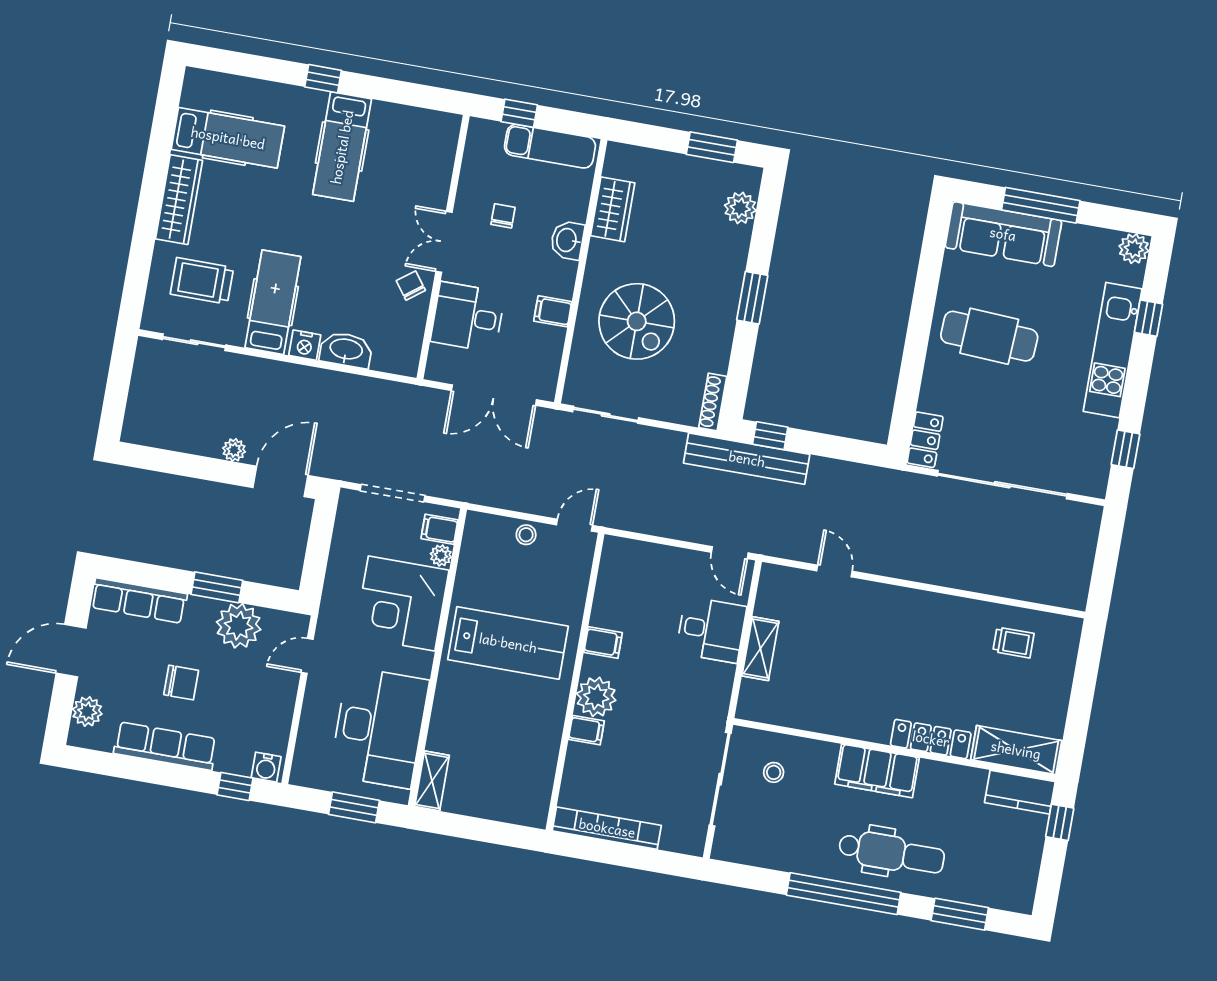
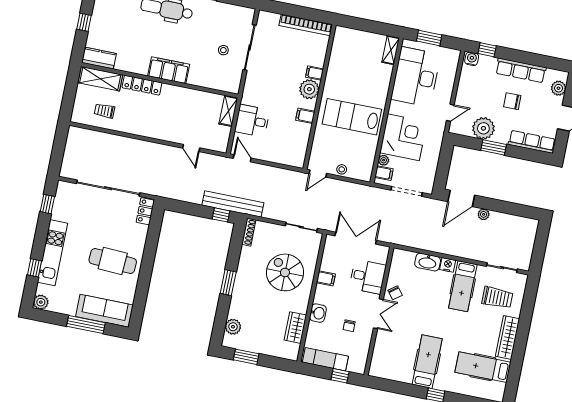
locker: (931, 739) -> (142, 85), moved
wall: (895, 750) -> (160, 80), moved
shelving: (1016, 750) -> (100, 79), moved
filing cabinet: (877, 771) -> (169, 70), moved
kitchen counter: (1020, 792) -> (99, 58), moved

